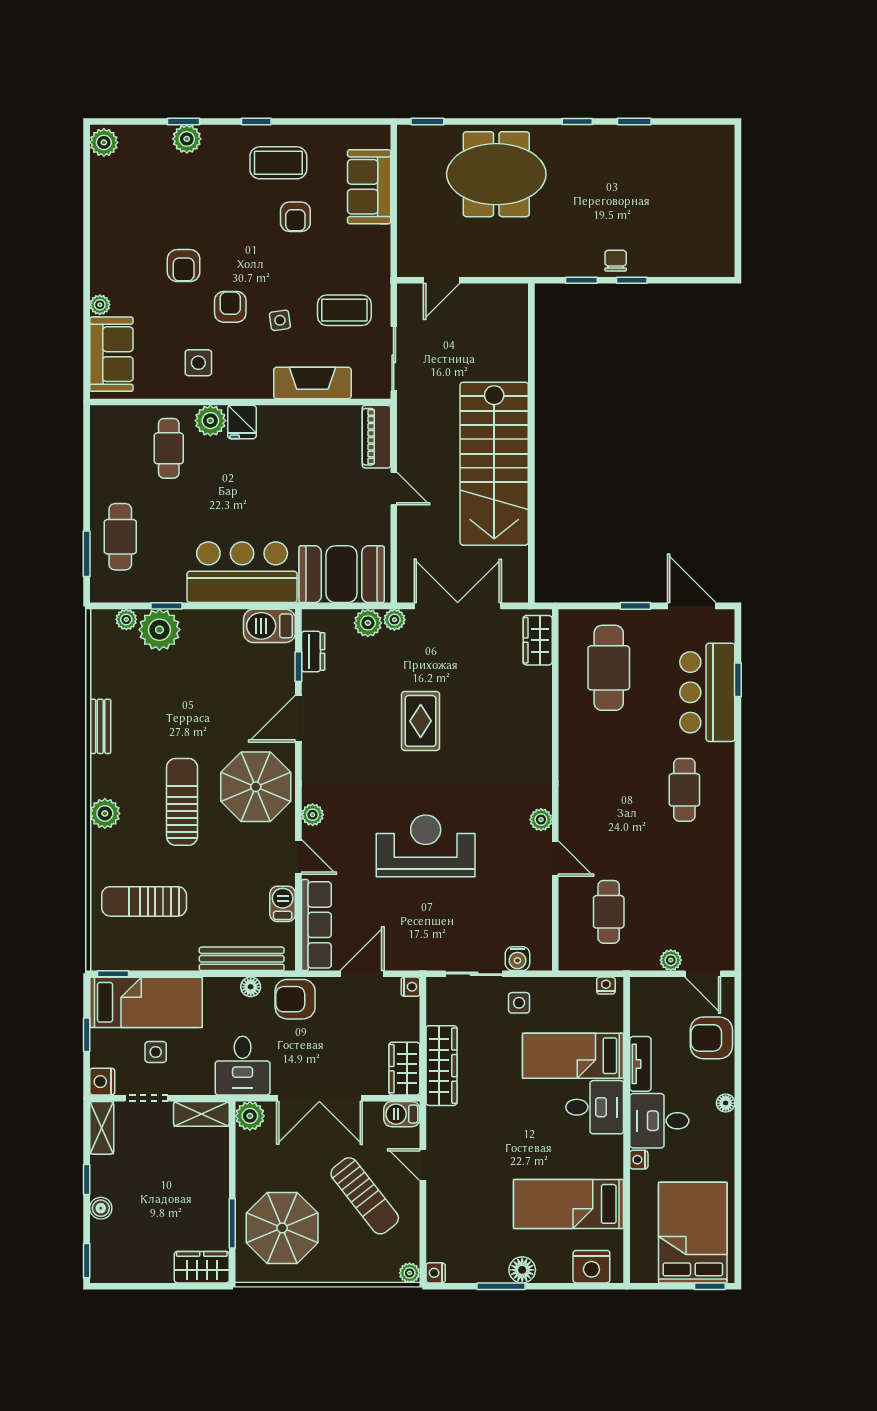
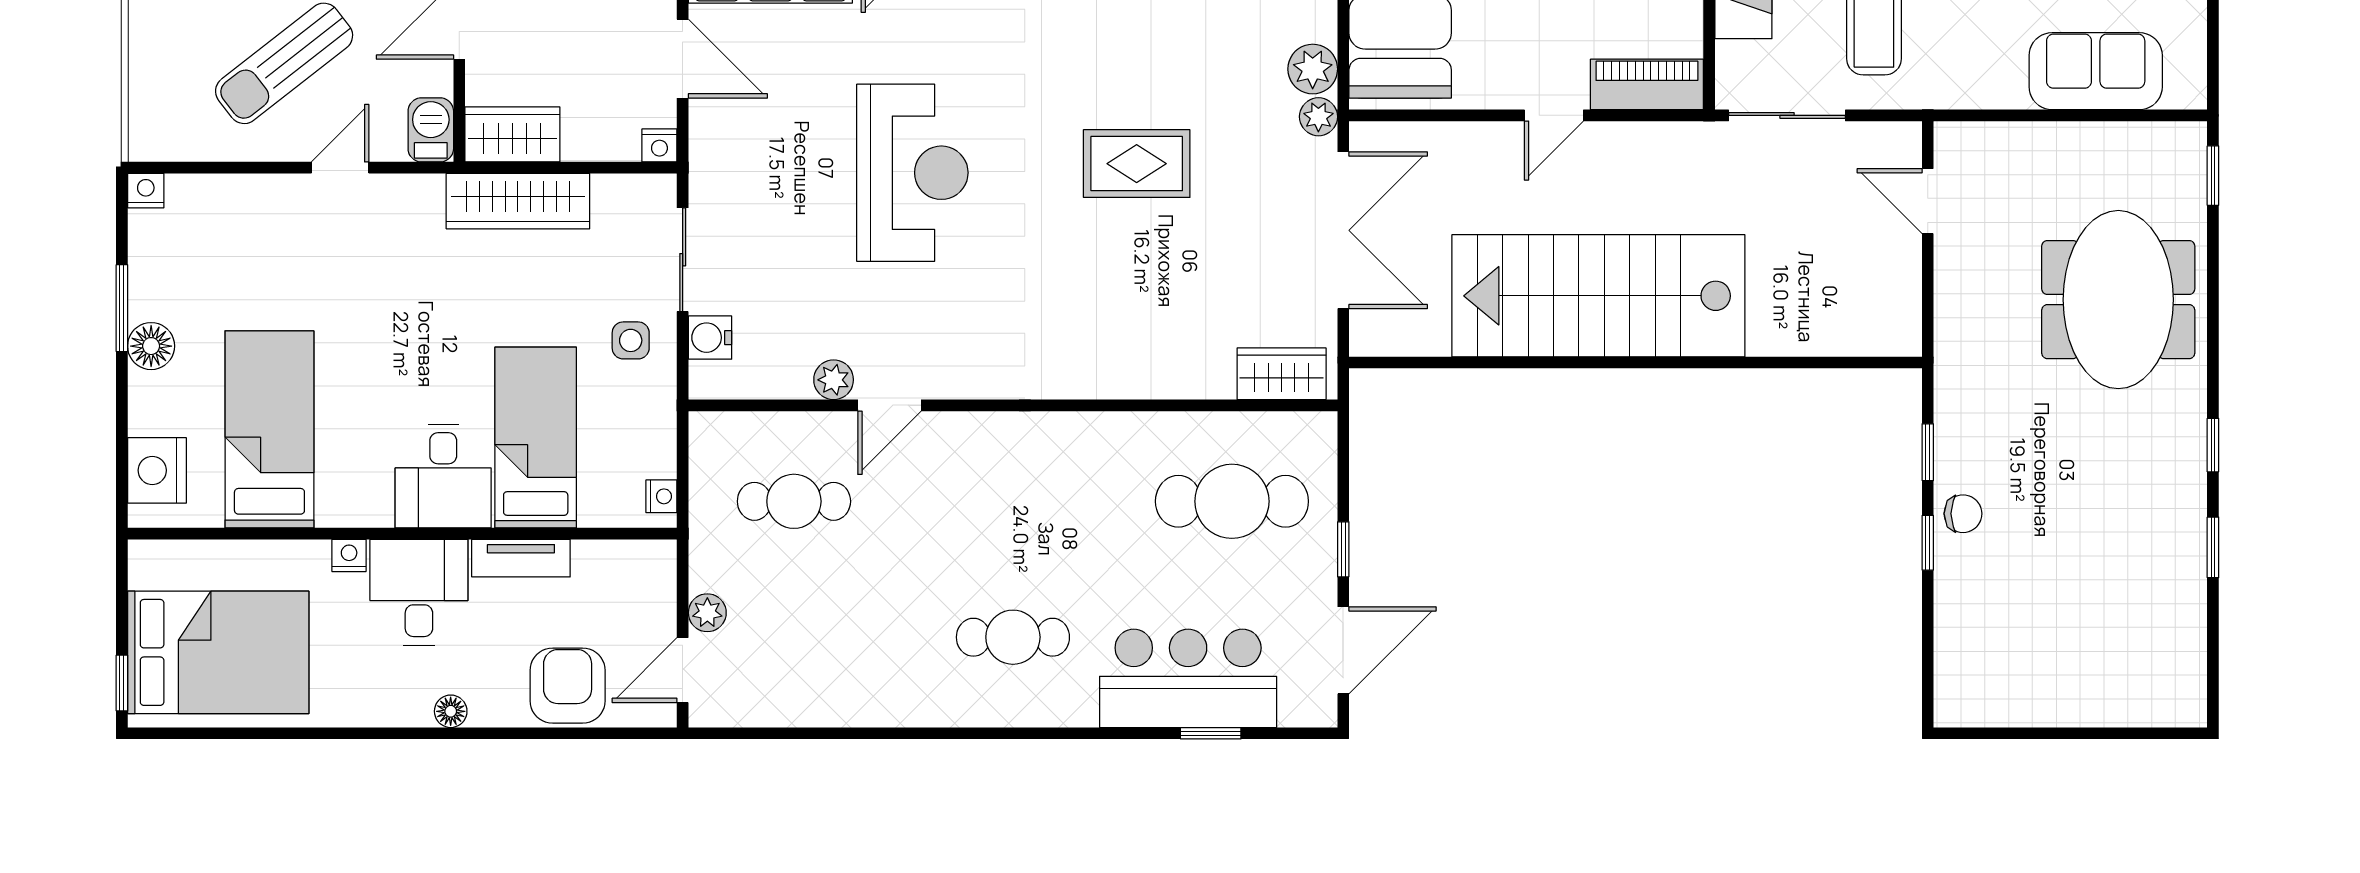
plant: (541, 820) -> (834, 380), moved
plant: (410, 1273) -> (146, 144), removed

